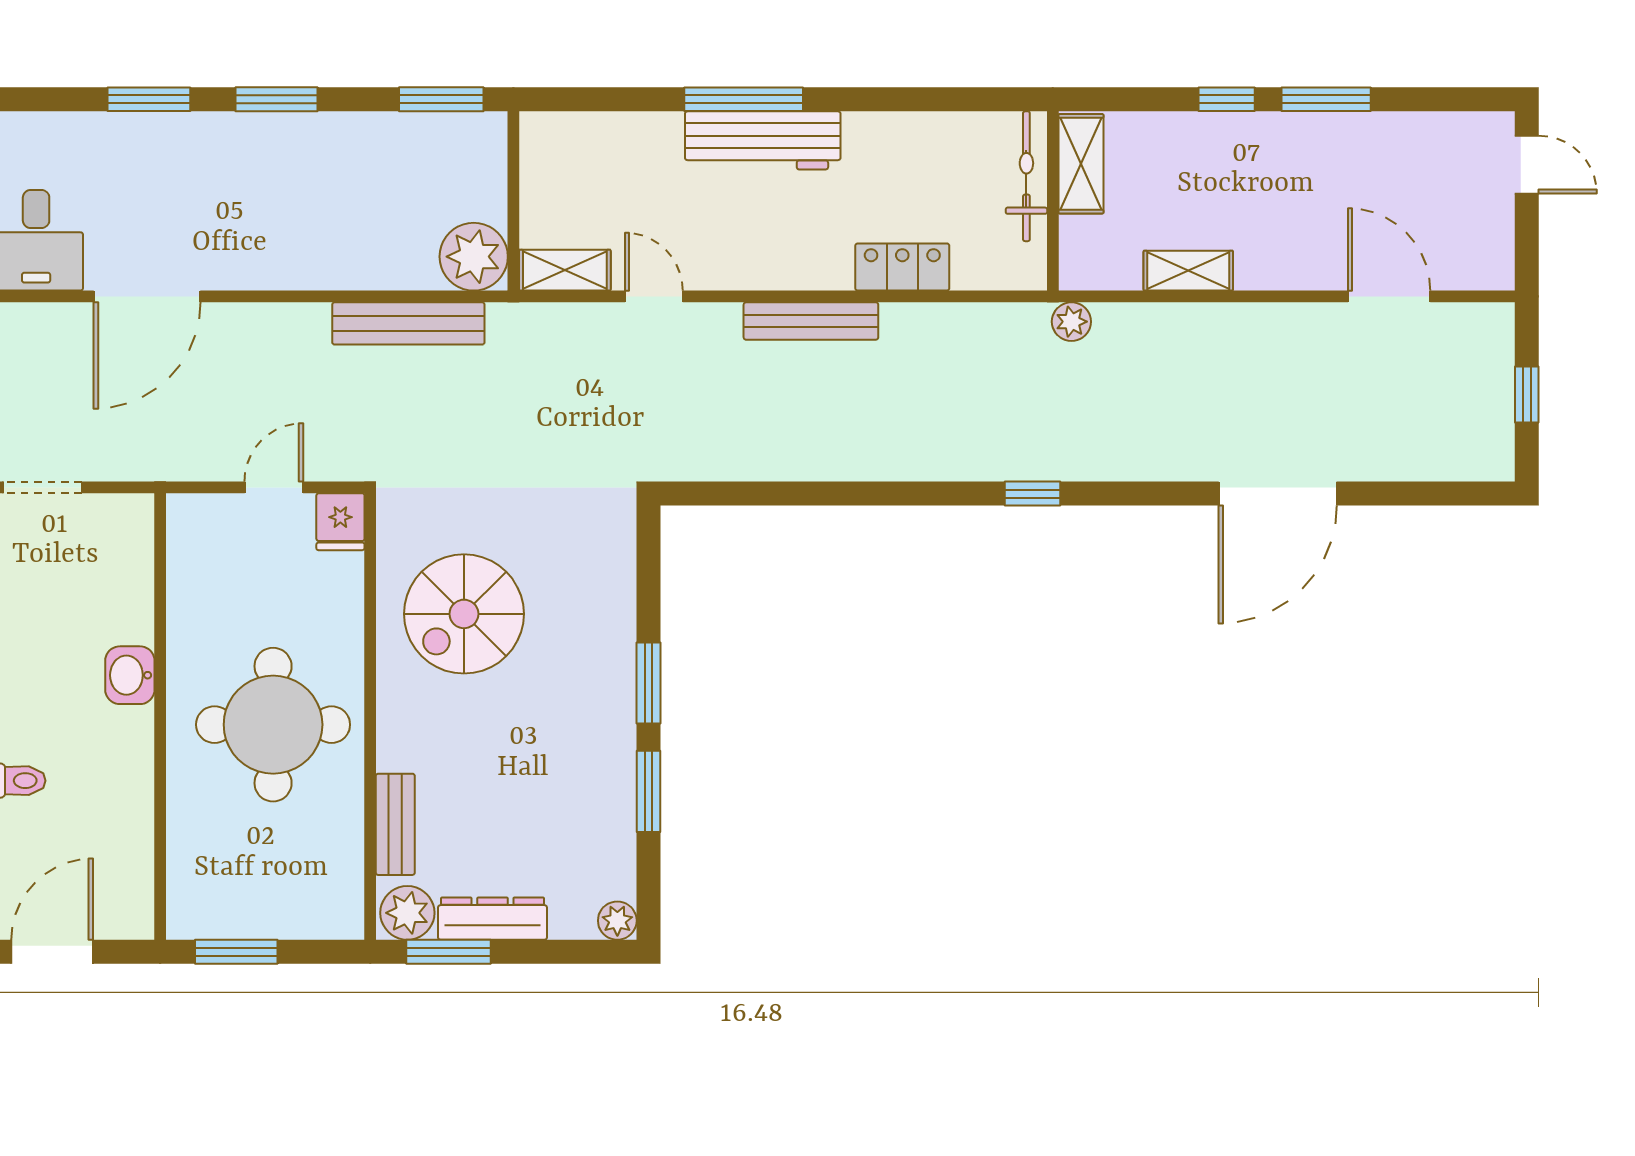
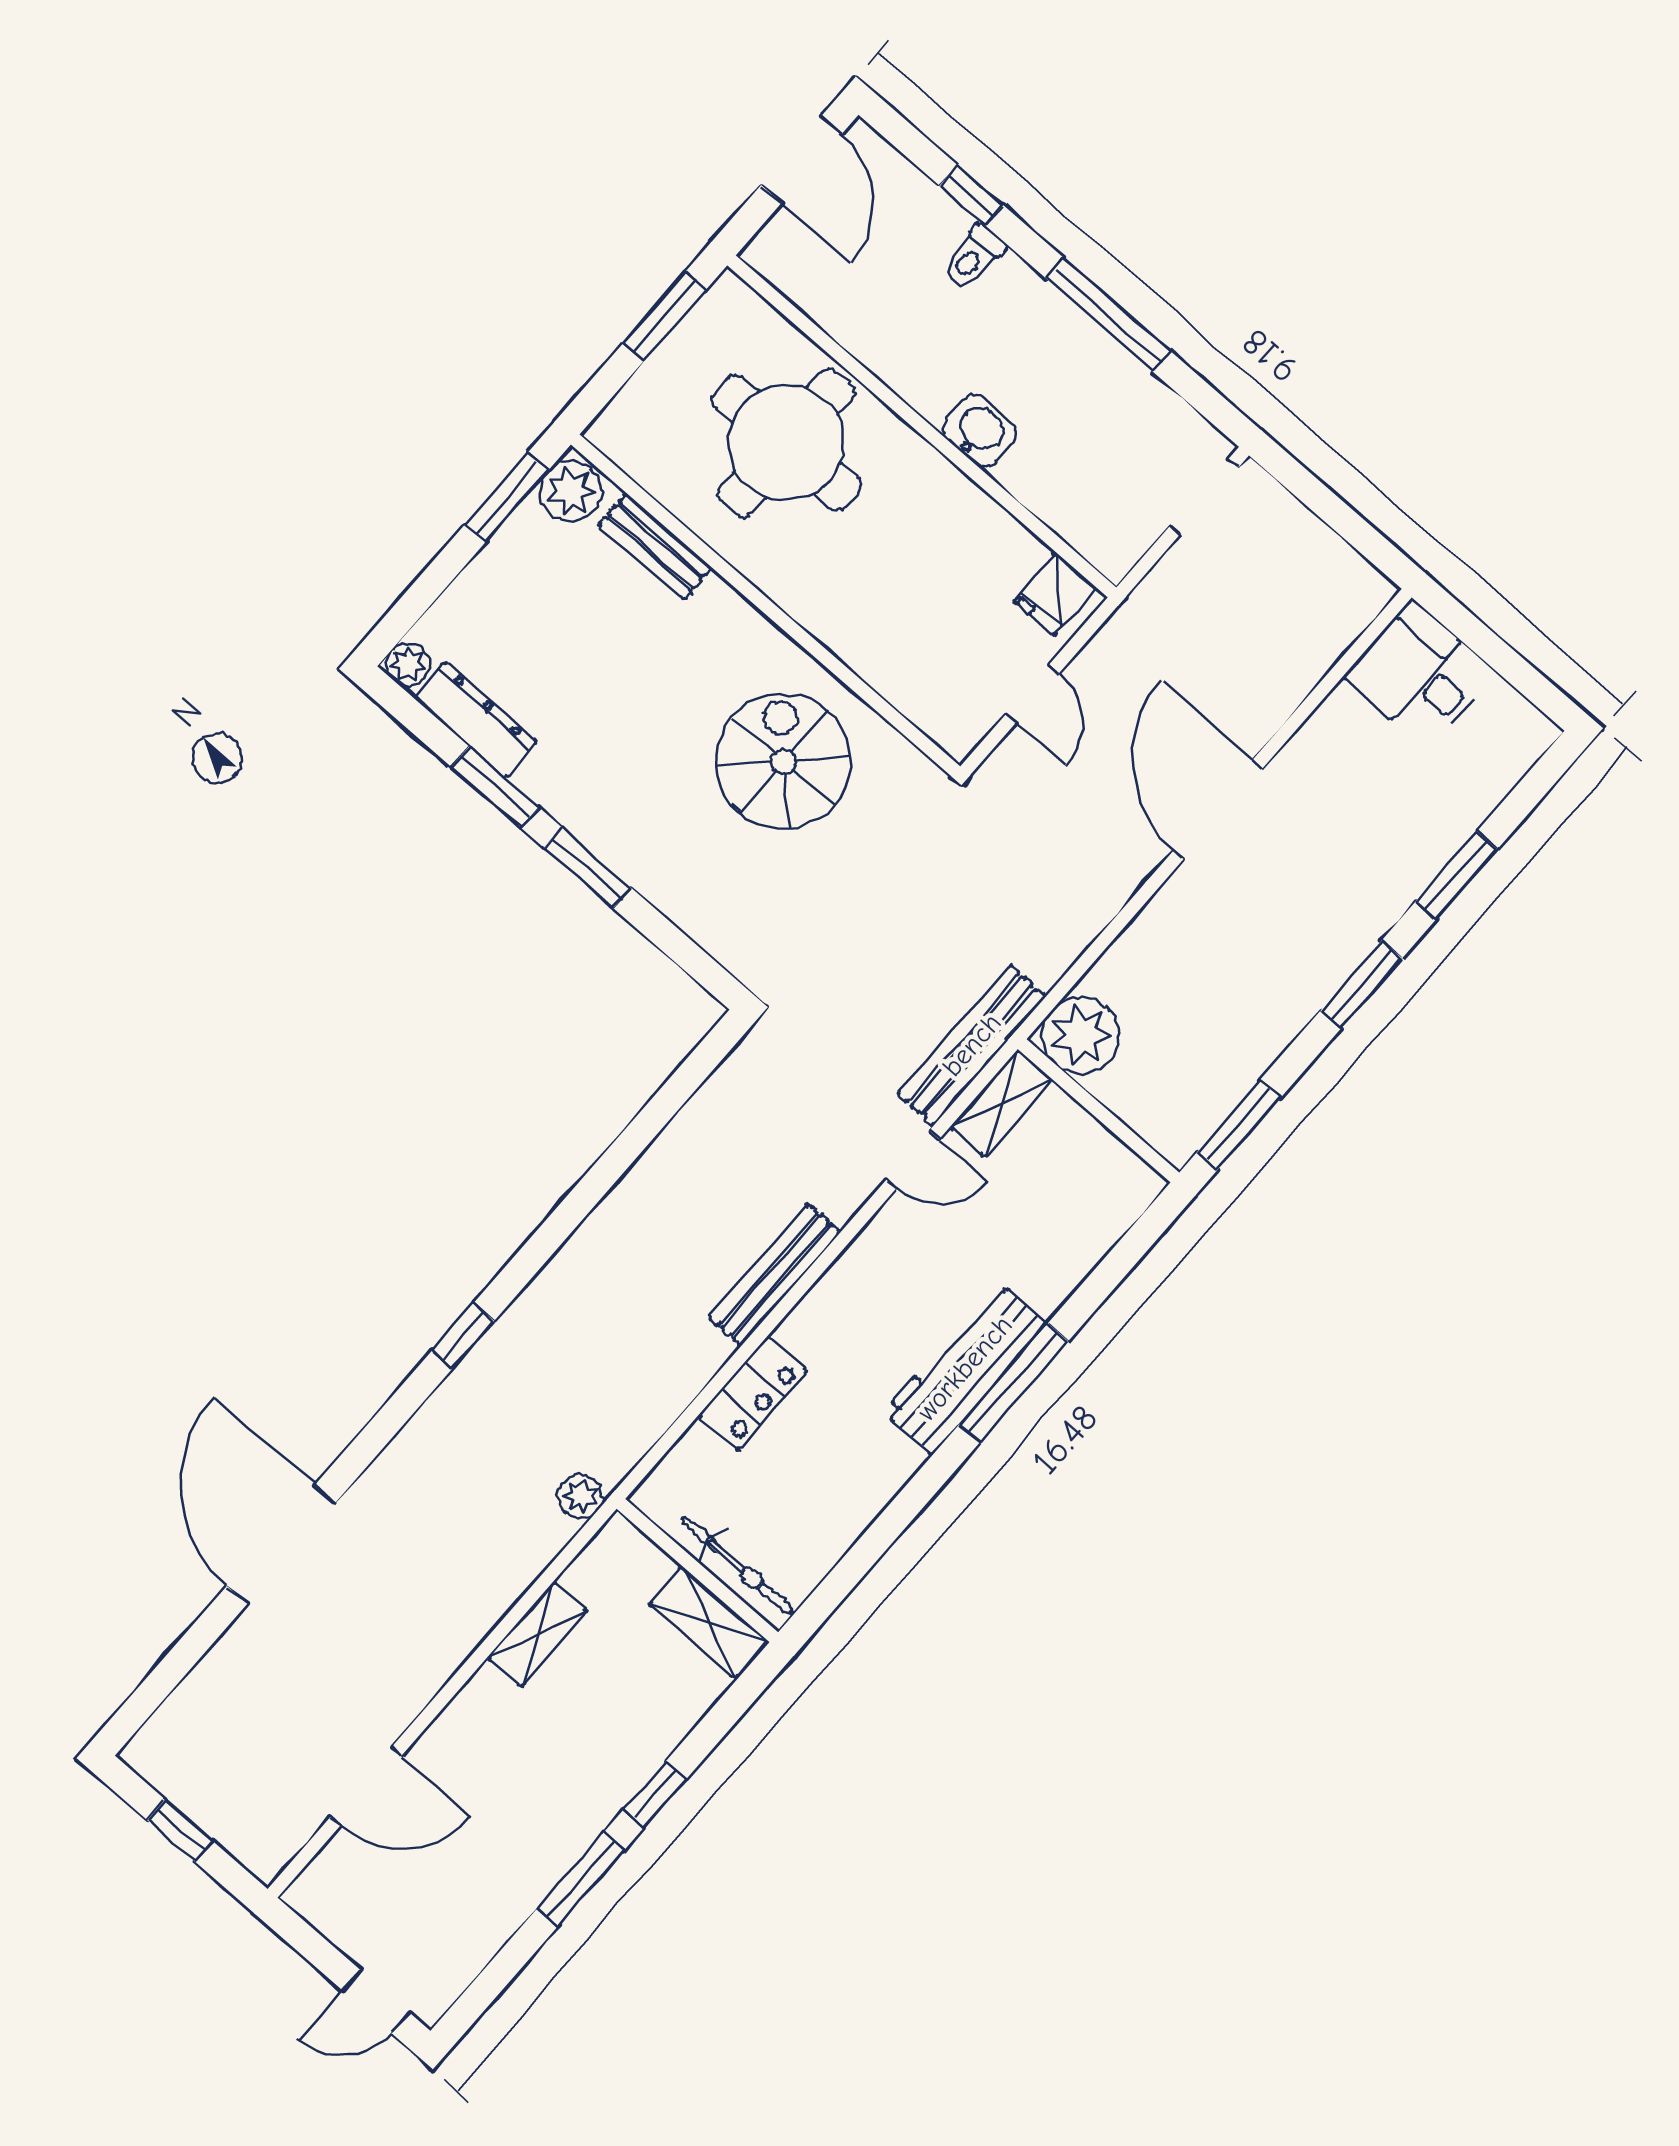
door: (147, 296) -> (1218, 809), moved
bench: (408, 323) -> (972, 1045), moved
fridge: (340, 522) -> (1055, 594), moved, turned -90
round table: (273, 725) -> (786, 443), moved
dresser: (493, 919) -> (475, 720), moved, turned -90

